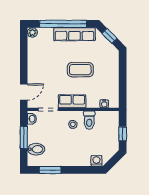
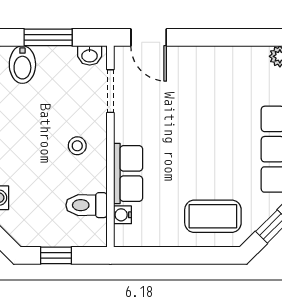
coffee table: (80, 70) -> (213, 216), moved, turned 90
row of seats: (72, 101) -> (128, 174), moved
toilet: (89, 120) -> (86, 205), moved

